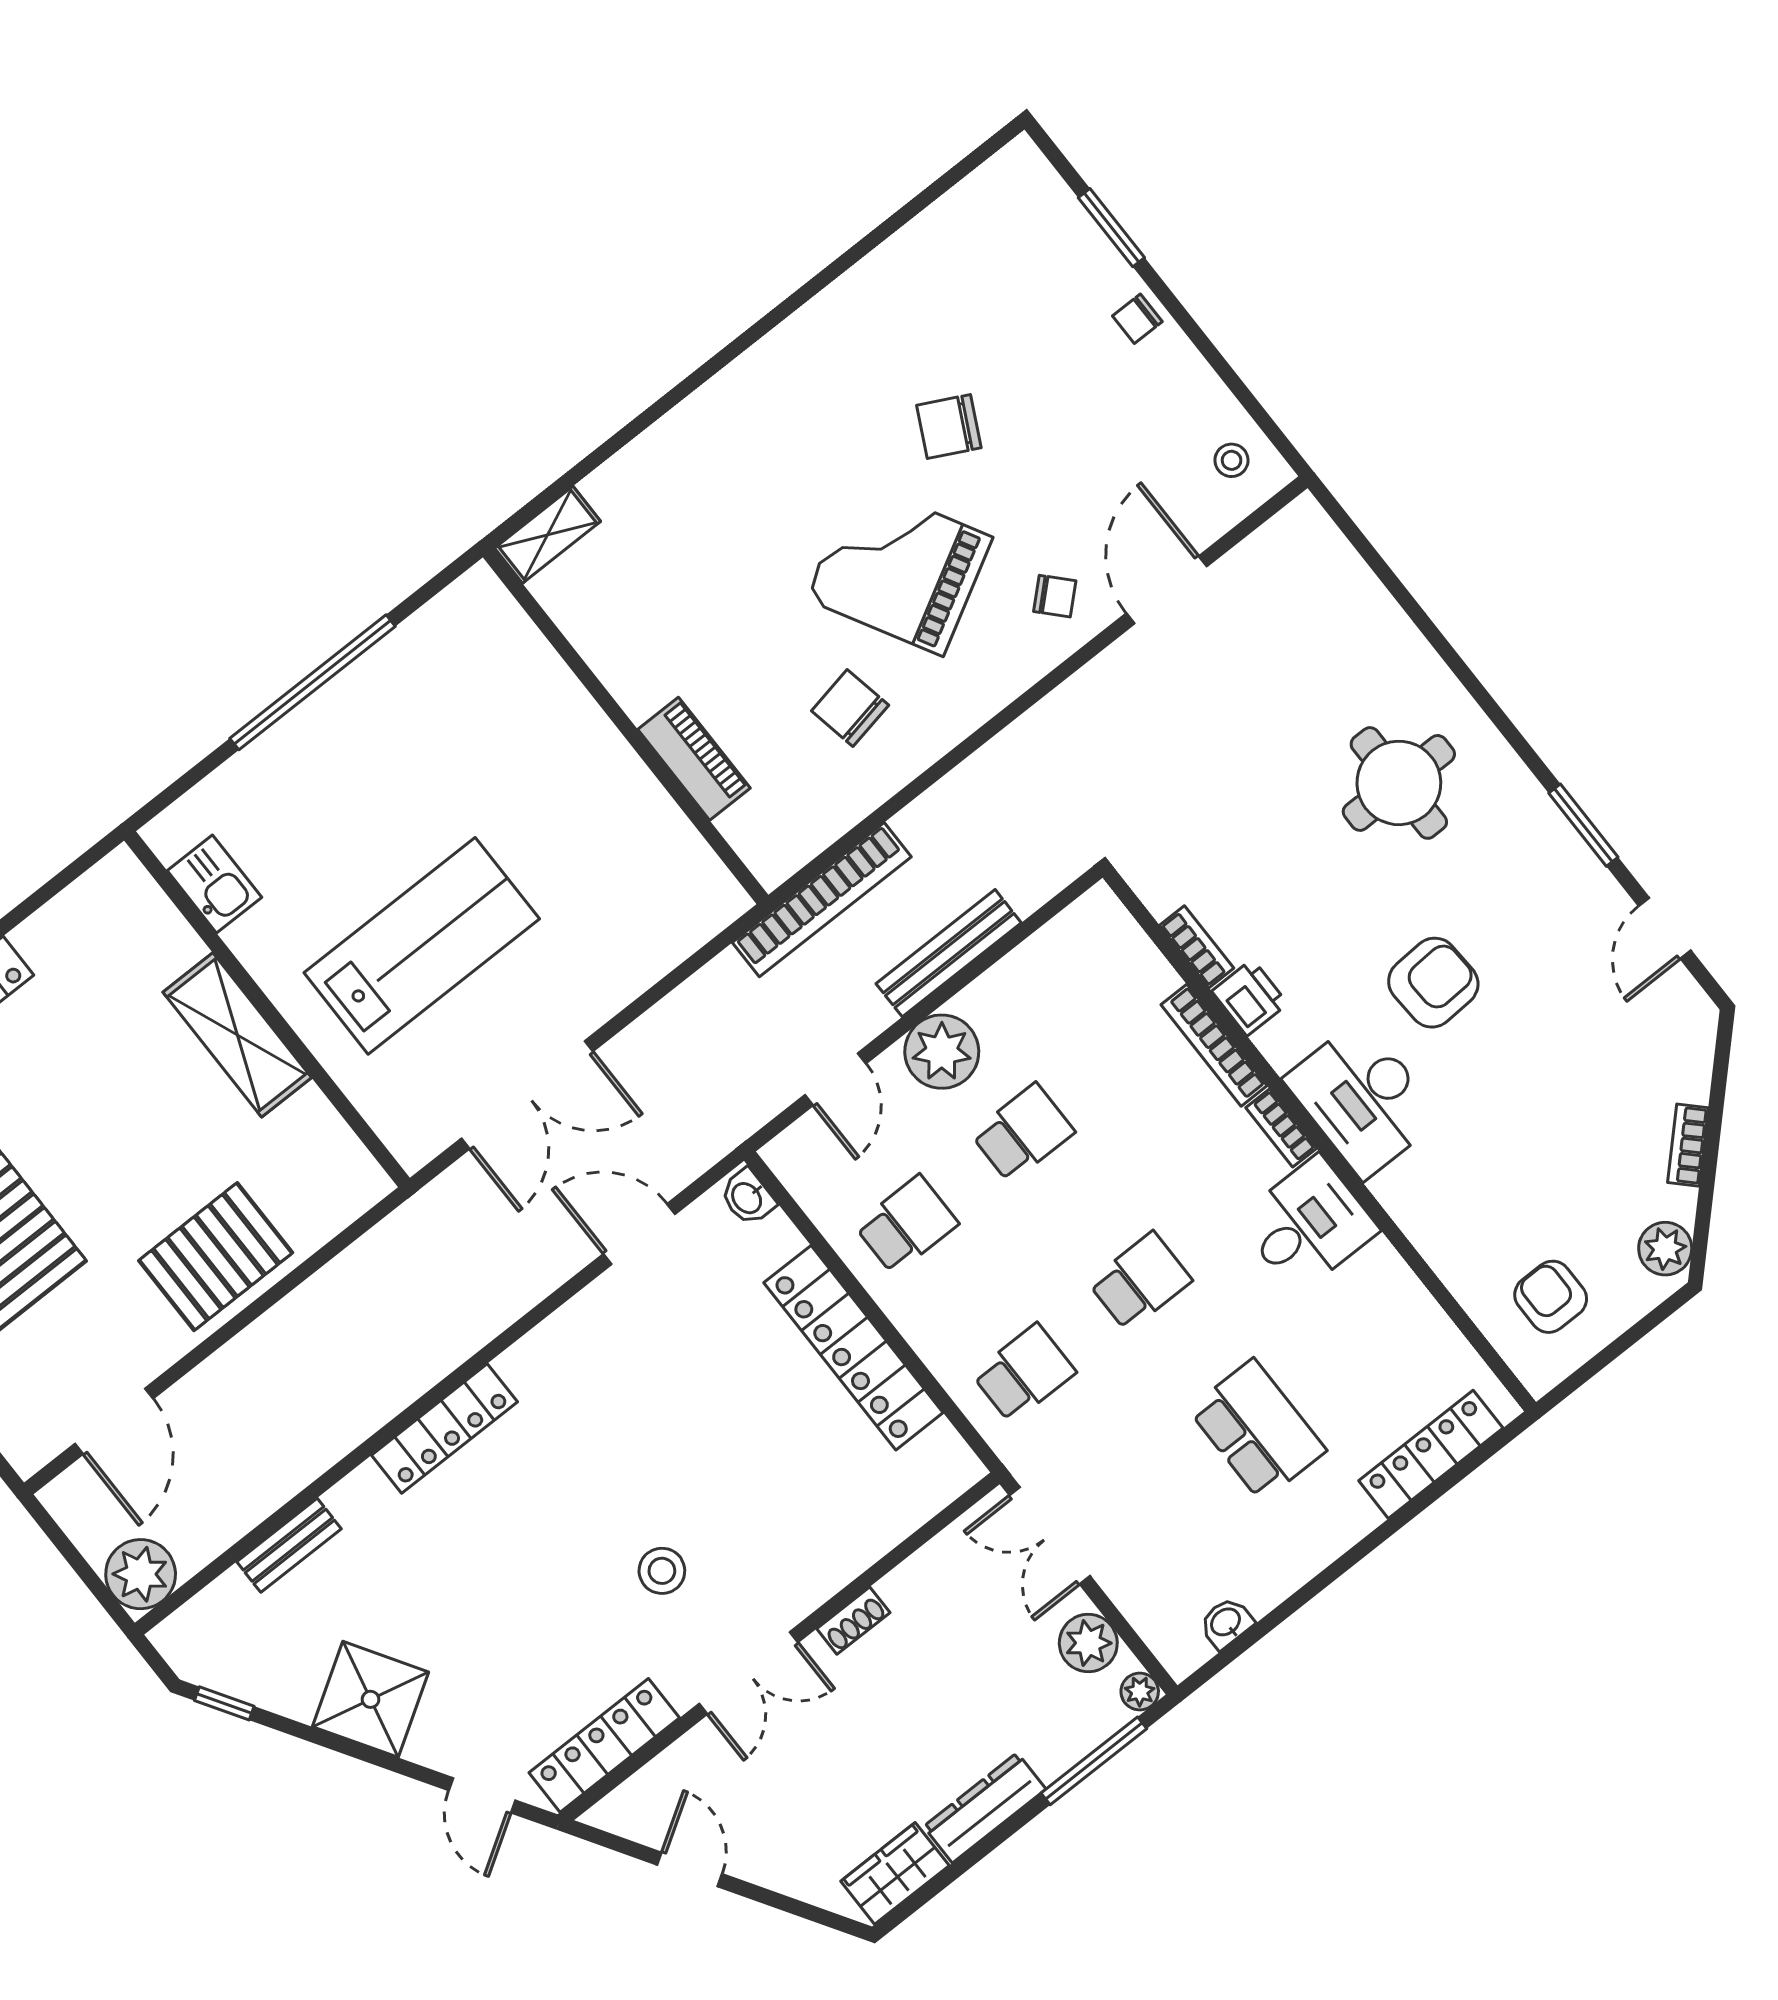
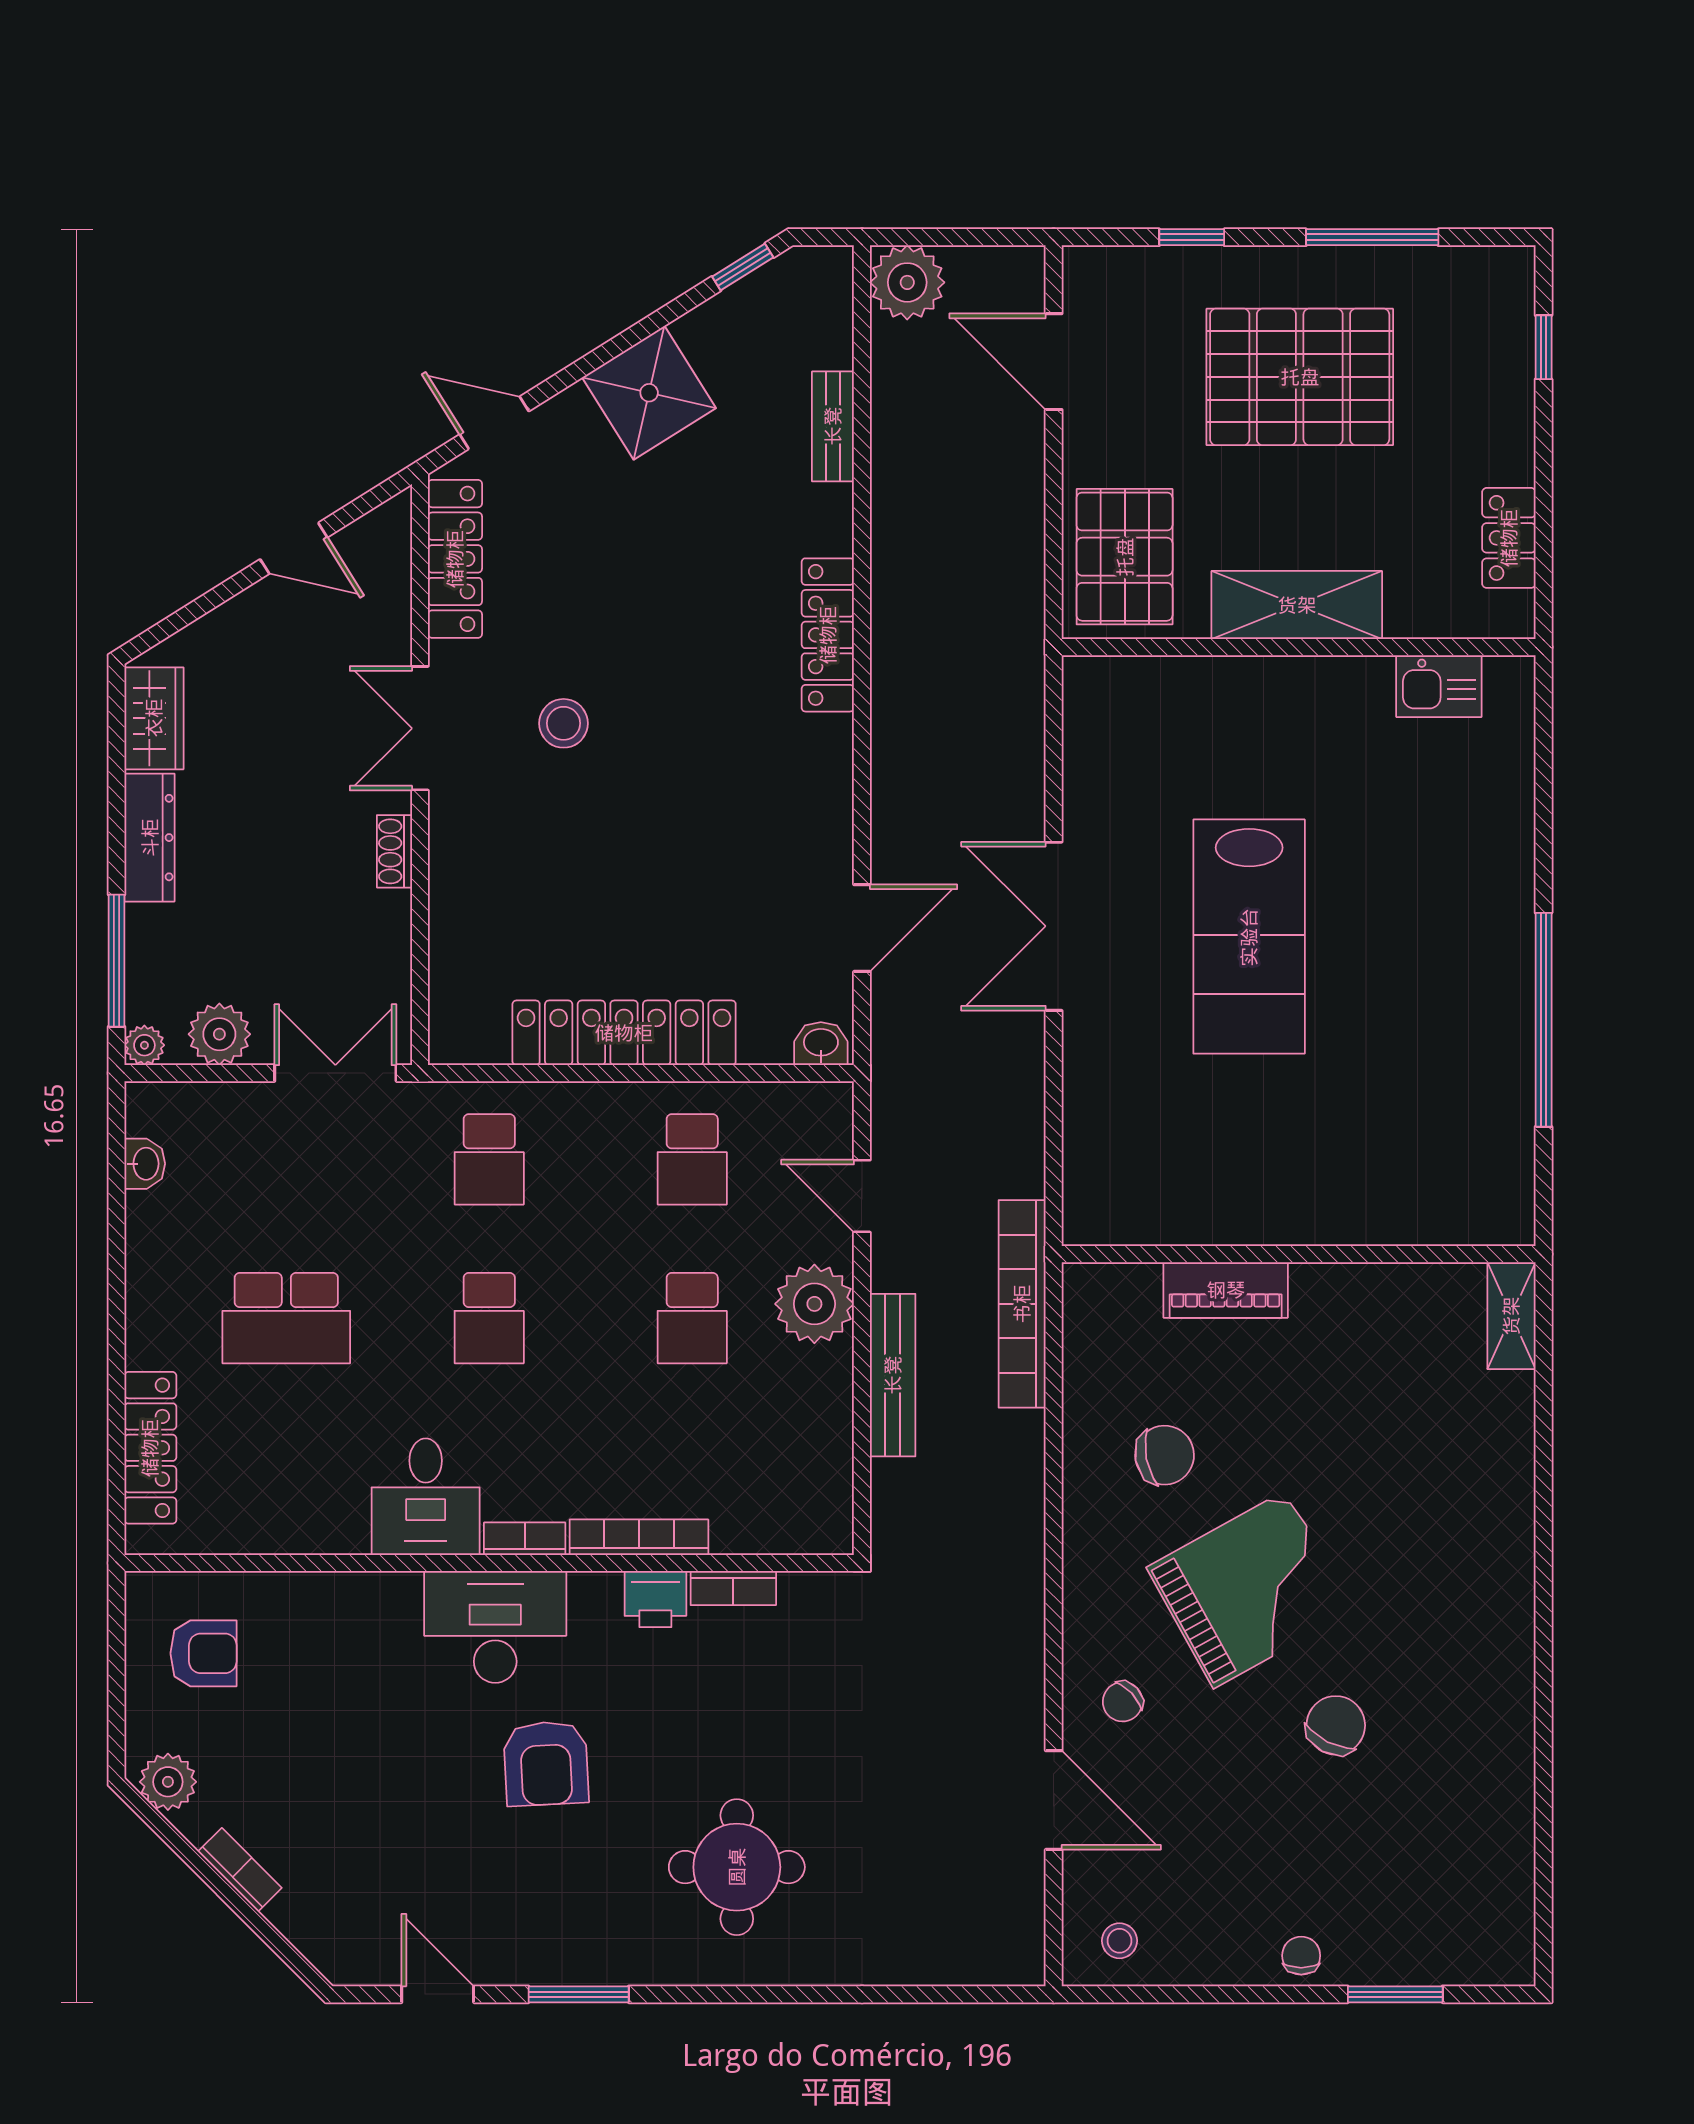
kitchen sink: (214, 884) -> (1439, 686), moved
wall: (267, 1009) -> (1299, 647), moved
shelving: (237, 1035) -> (1297, 605), moved

